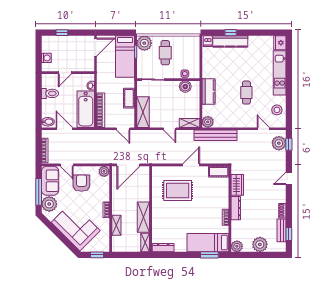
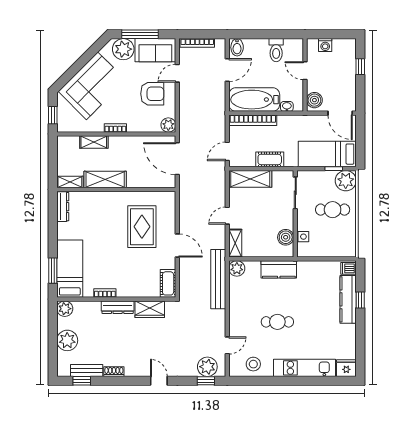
boiler: (86, 66) -> (314, 100), added

